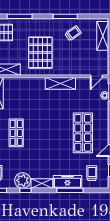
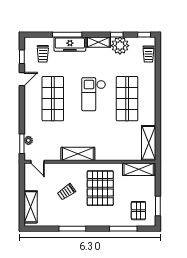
trolley: (73, 33) -> (66, 192), moved
door: (97, 76) -> (38, 162), swing flipped
shop shelf: (16, 133) -> (127, 99), width x1.43, depth x1.36
checkout: (46, 137) -> (94, 94), added

